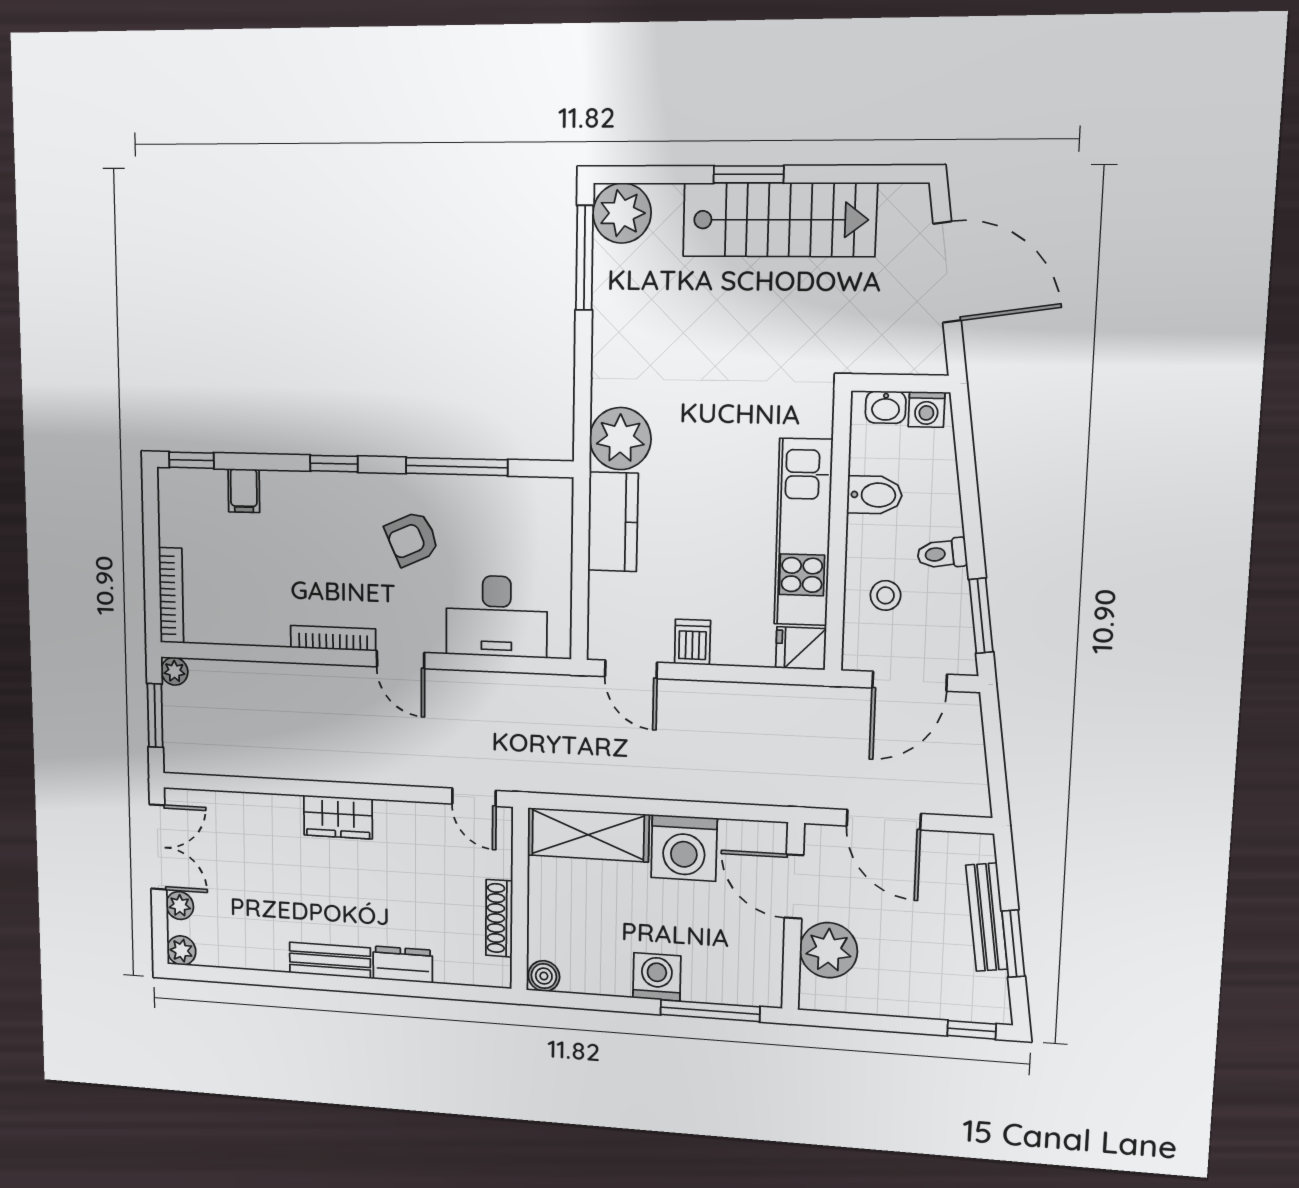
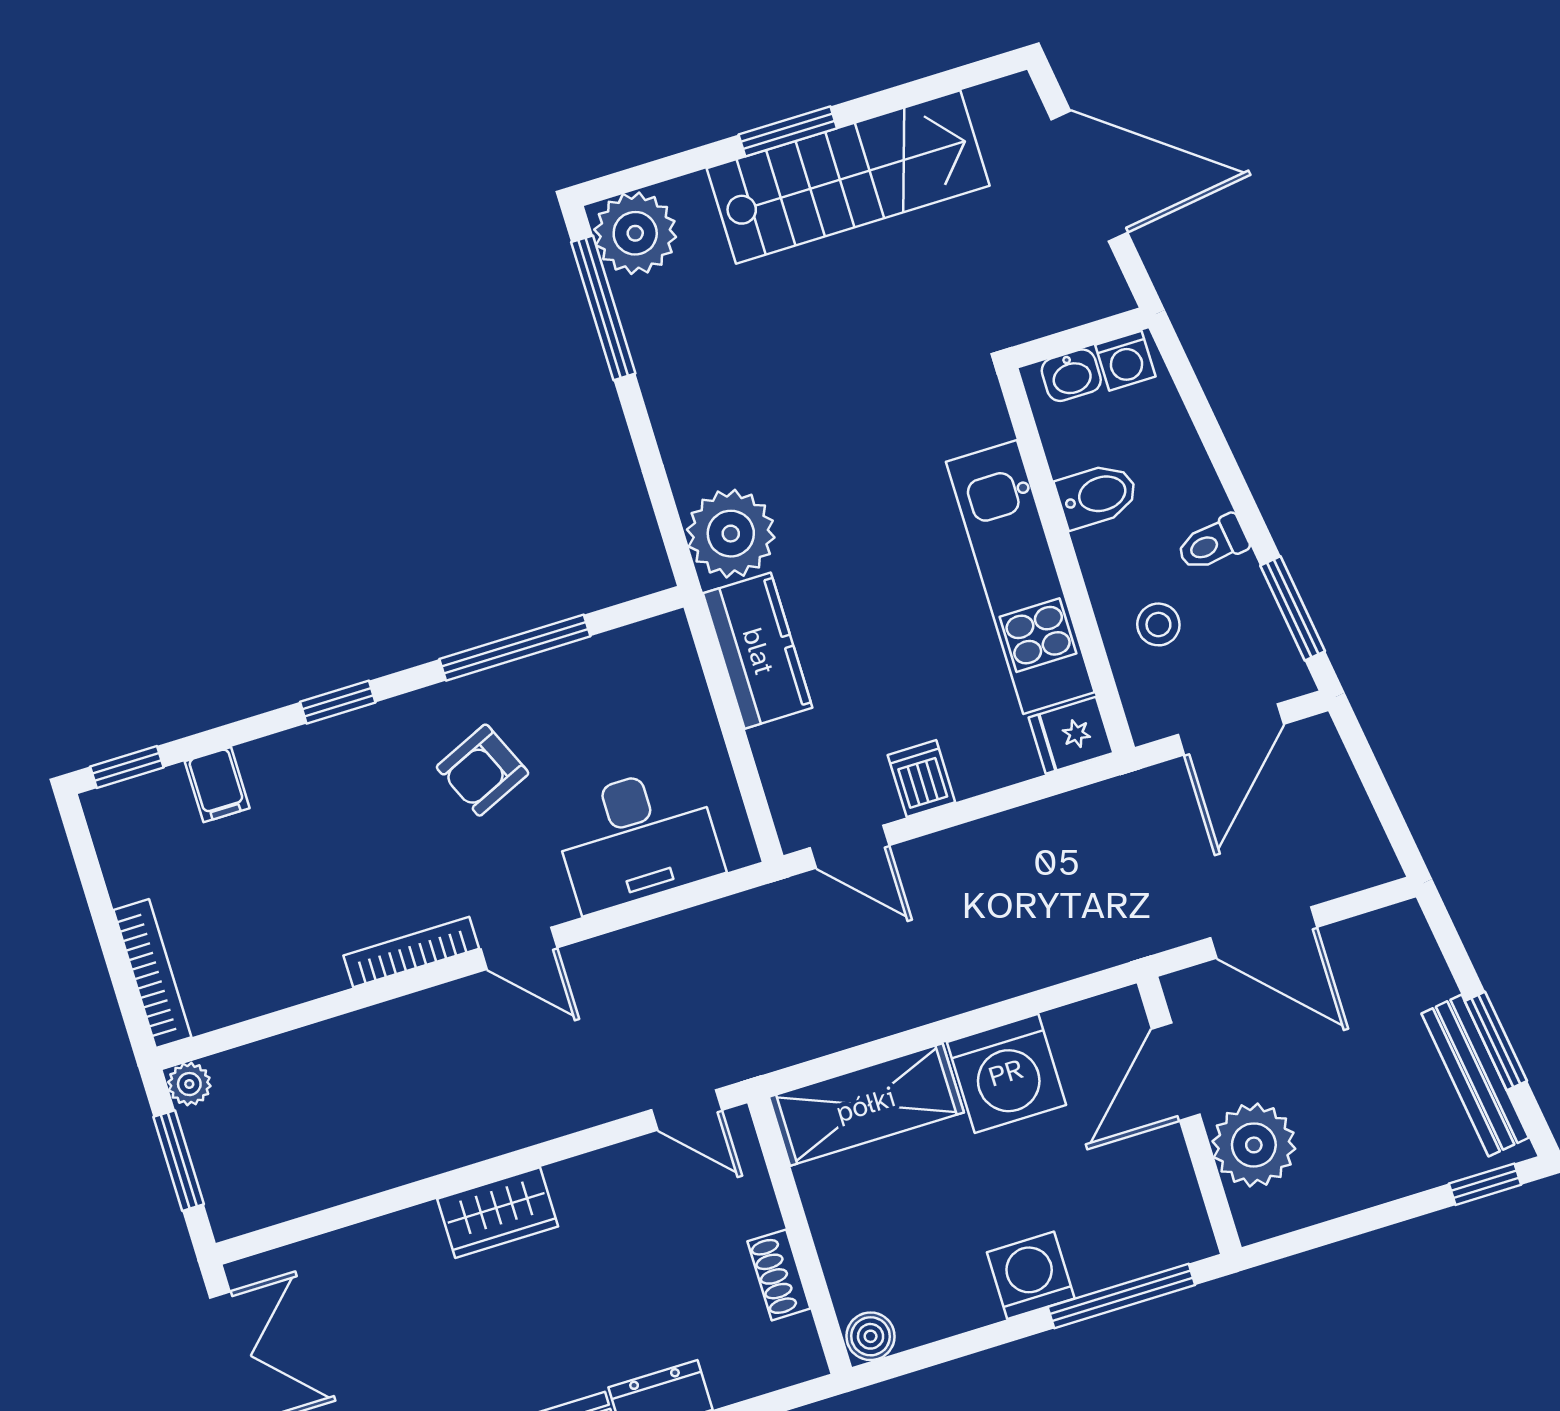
door: (794, 886) -> (1176, 1072), hinge flipped
bench: (987, 917) -> (1475, 1076), moved
shoe rack: (499, 918) -> (779, 1275), width x0.70

